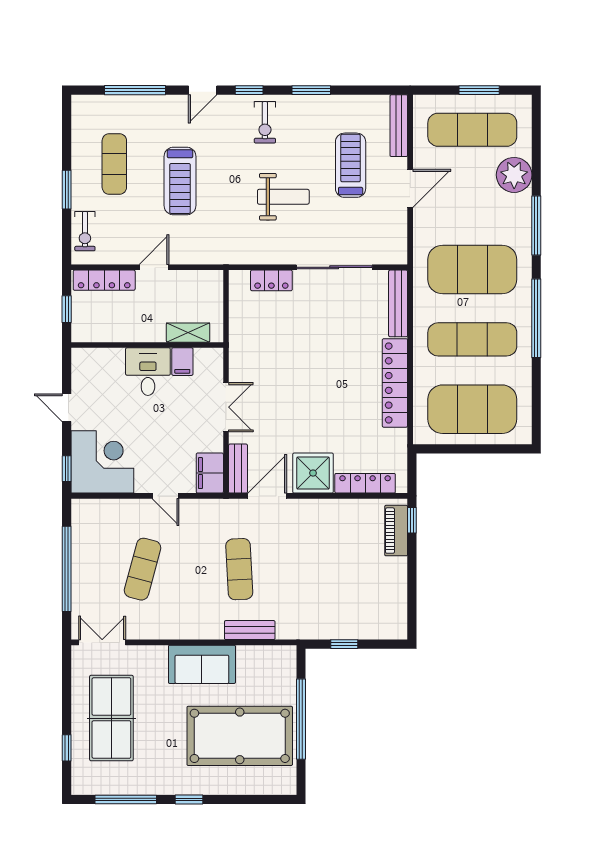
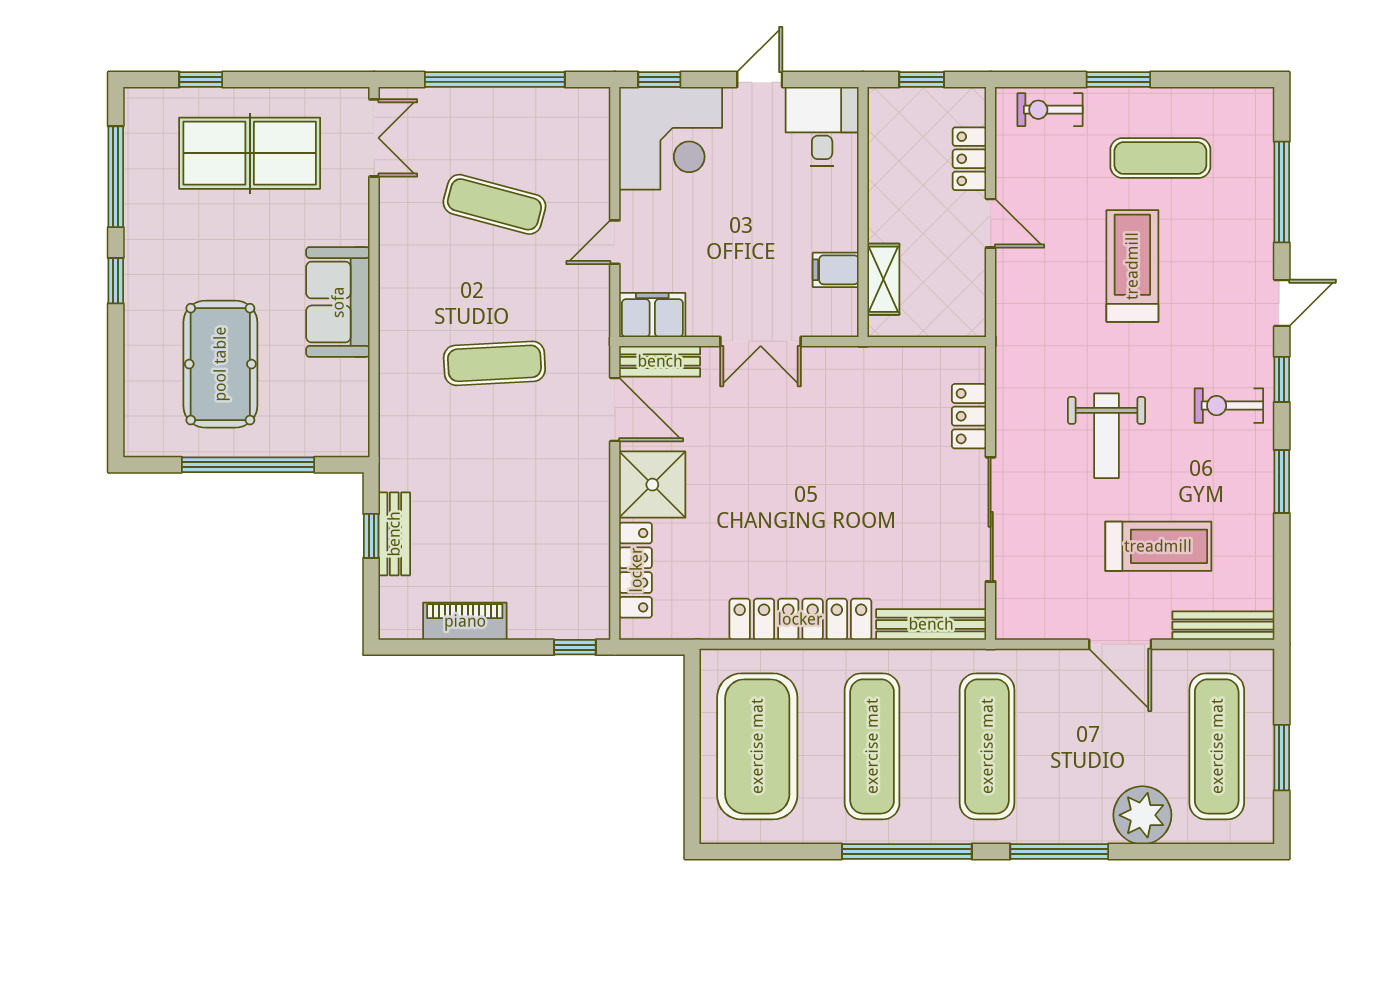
door: (203, 90) -> (1282, 303), swing flipped
treadmill: (180, 181) -> (1132, 266), turned 90
exercise mat: (472, 269) -> (987, 746), width x0.68
locker: (104, 280) -> (969, 159), width x0.66
desk: (148, 372) -> (822, 126), moved, turned -90
piano: (396, 531) -> (465, 621), moved
bench: (250, 630) -> (394, 534), moved
pool table: (240, 736) -> (220, 364), width x0.73, depth x0.76

